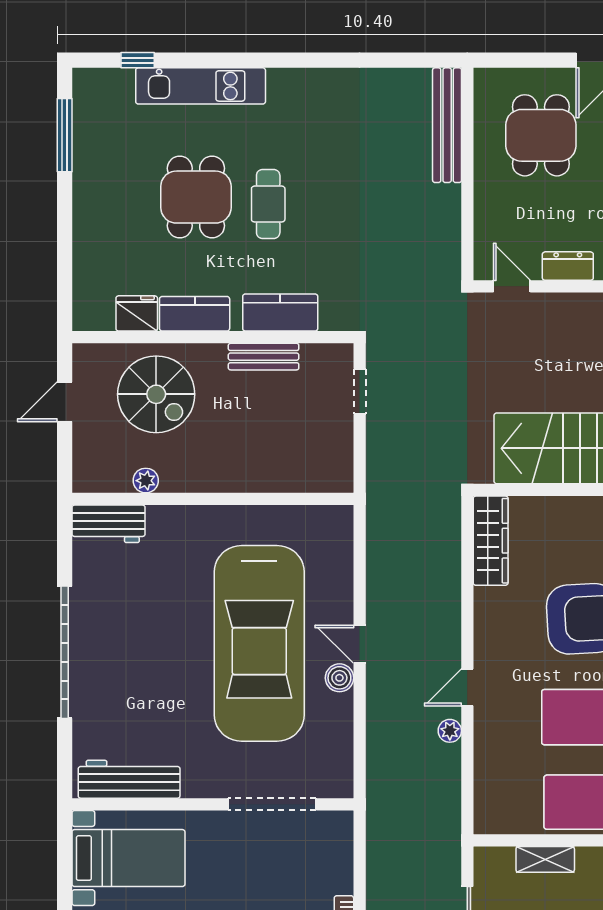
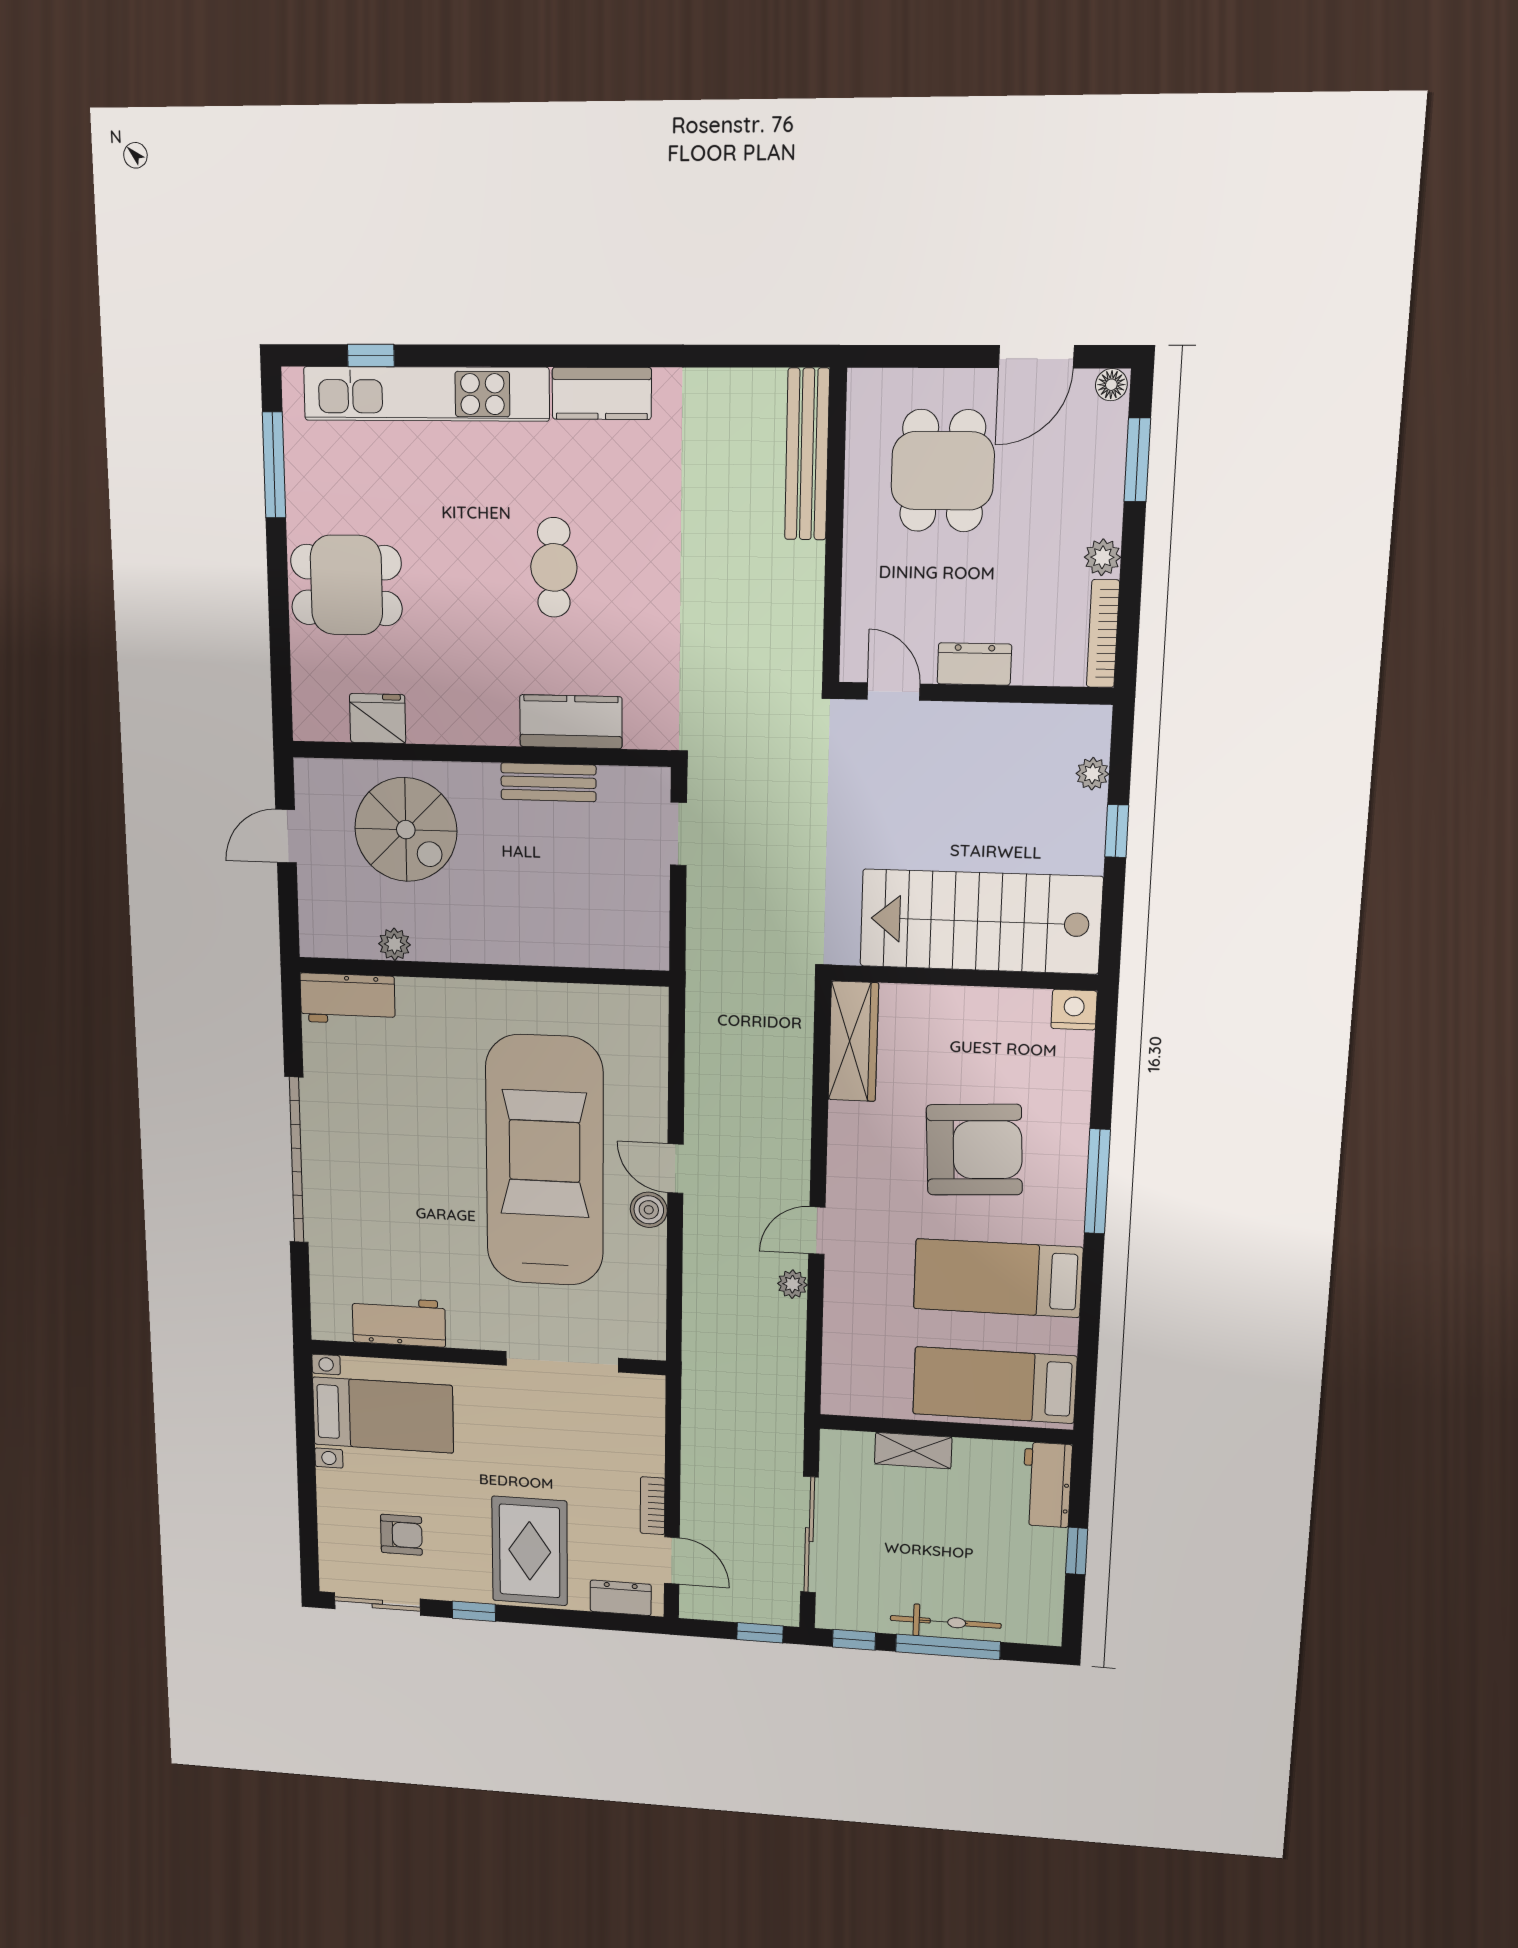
kitchen unit: (201, 86) -> (426, 394), width x1.36
dining table: (196, 197) -> (346, 585), moved, turned 90
kitchen counter: (195, 314) -> (602, 393), moved, turned 180
car: (259, 643) -> (545, 1161), turned 180
workbench: (129, 779) -> (399, 1322), width x0.73

